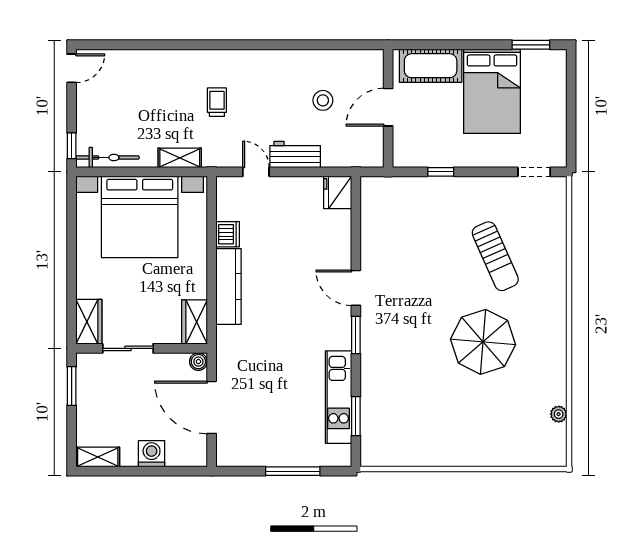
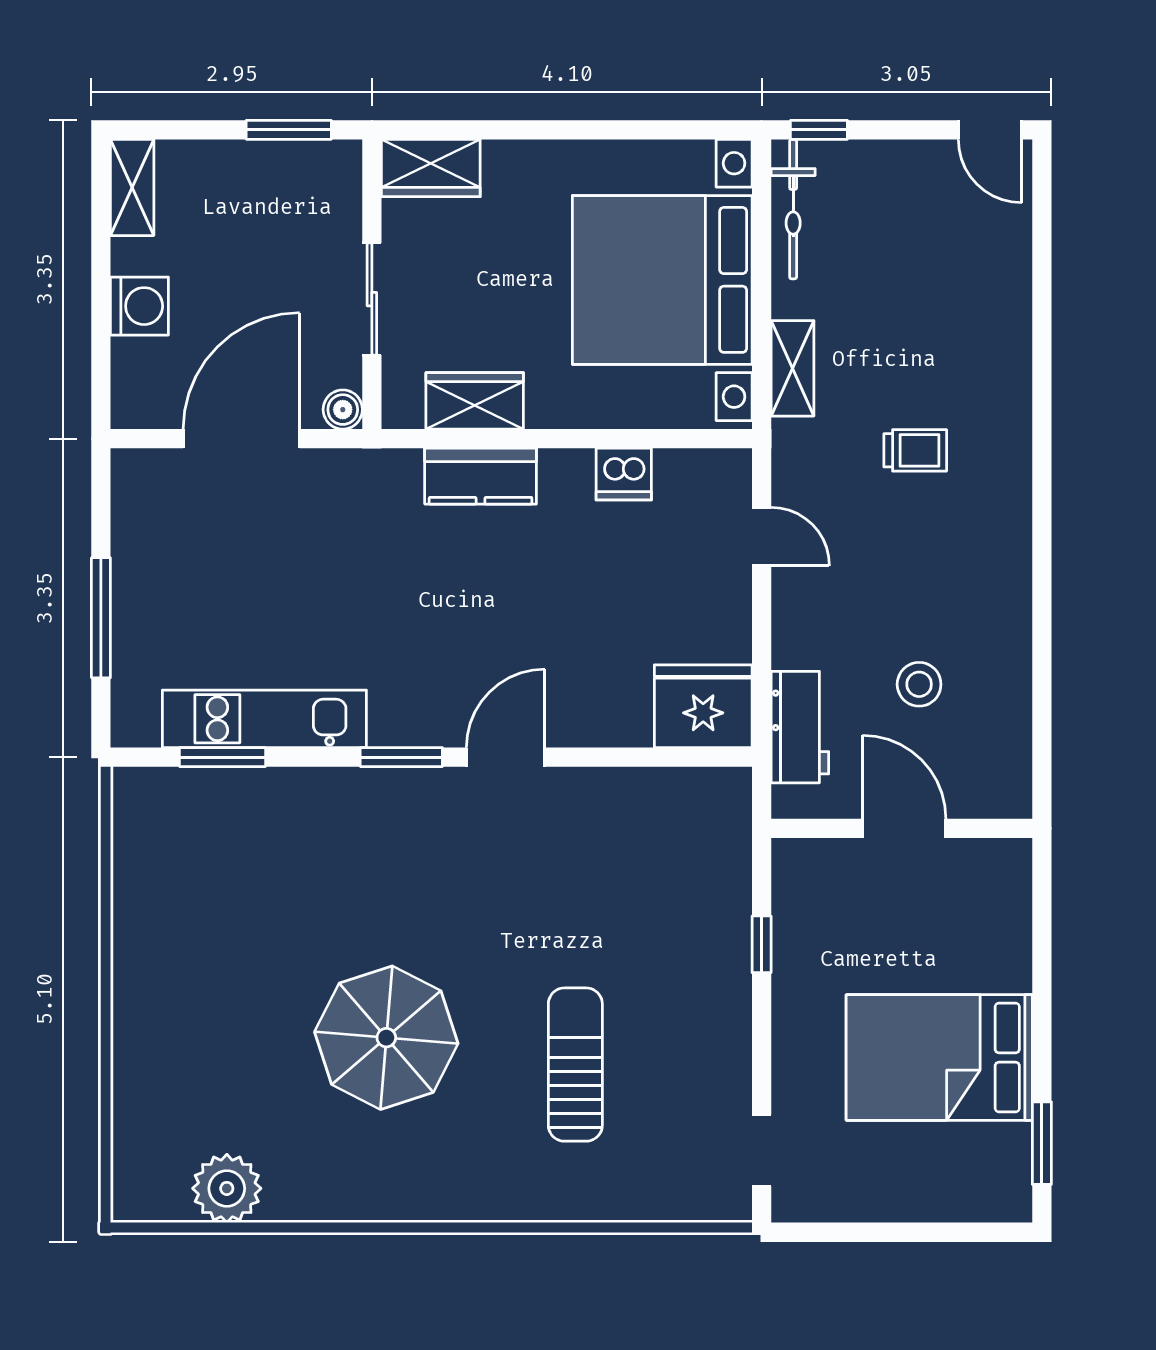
cot: (431, 66) -> (996, 922), removed
workbench: (295, 154) -> (800, 727), moved
door: (256, 172) -> (762, 537), hinge flipped
fridge: (338, 192) -> (703, 706), width x1.36, depth x1.34
sun lounger: (495, 256) -> (575, 1065), turned 114
kitchen counter: (229, 286) -> (481, 476), width x0.67
wardrobe: (194, 322) -> (475, 401), moved
sliding door: (128, 348) -> (372, 299), moved
plant: (559, 414) -> (227, 1188), width x1.87, depth x1.87

